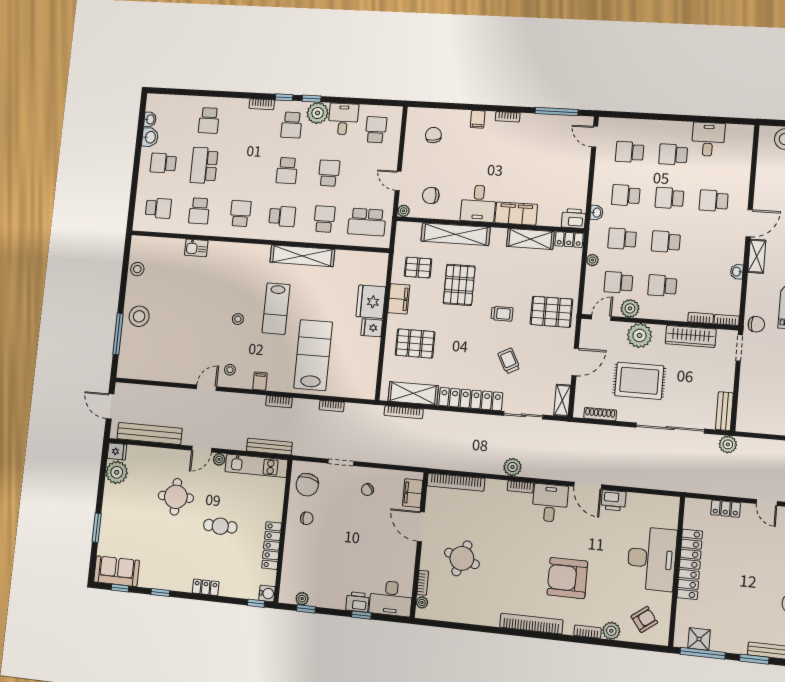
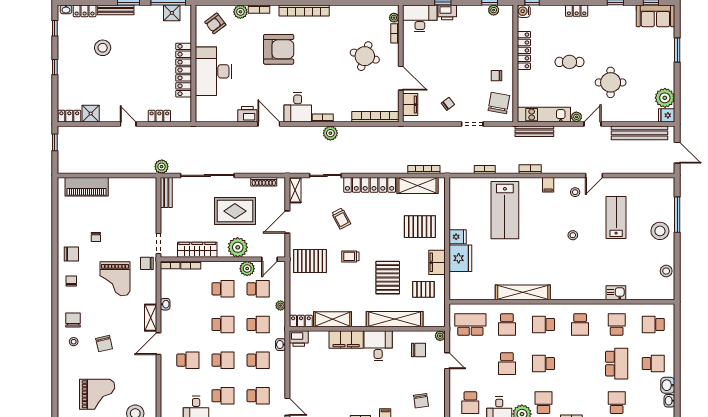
school desk: (287, 171) -> (543, 364), turned -90
lab bench: (276, 309) -> (616, 217), moved

